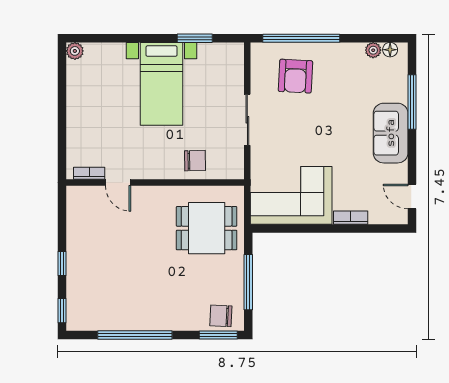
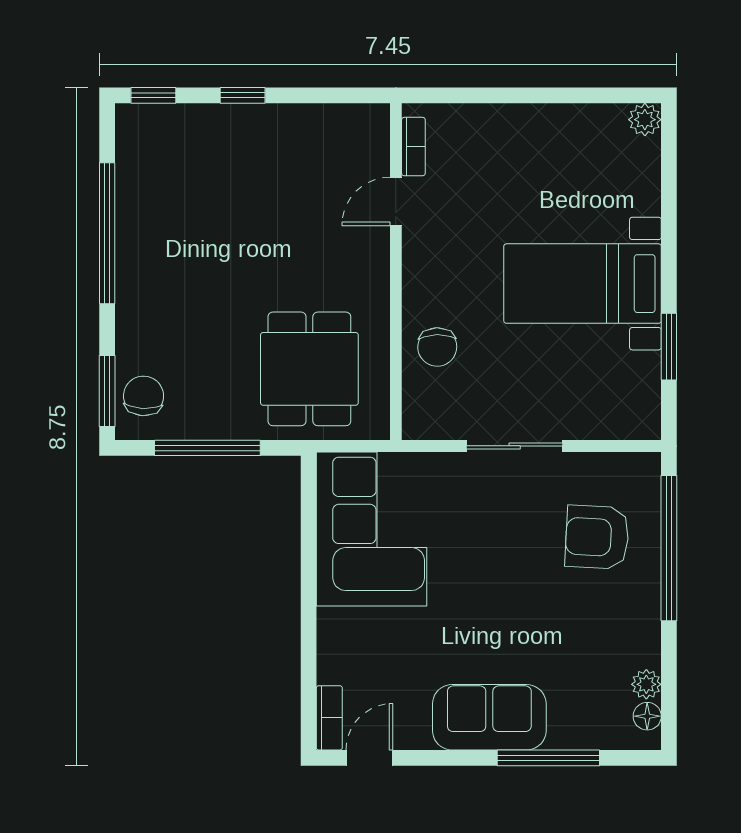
bookcase: (351, 218) -> (329, 718), moved

